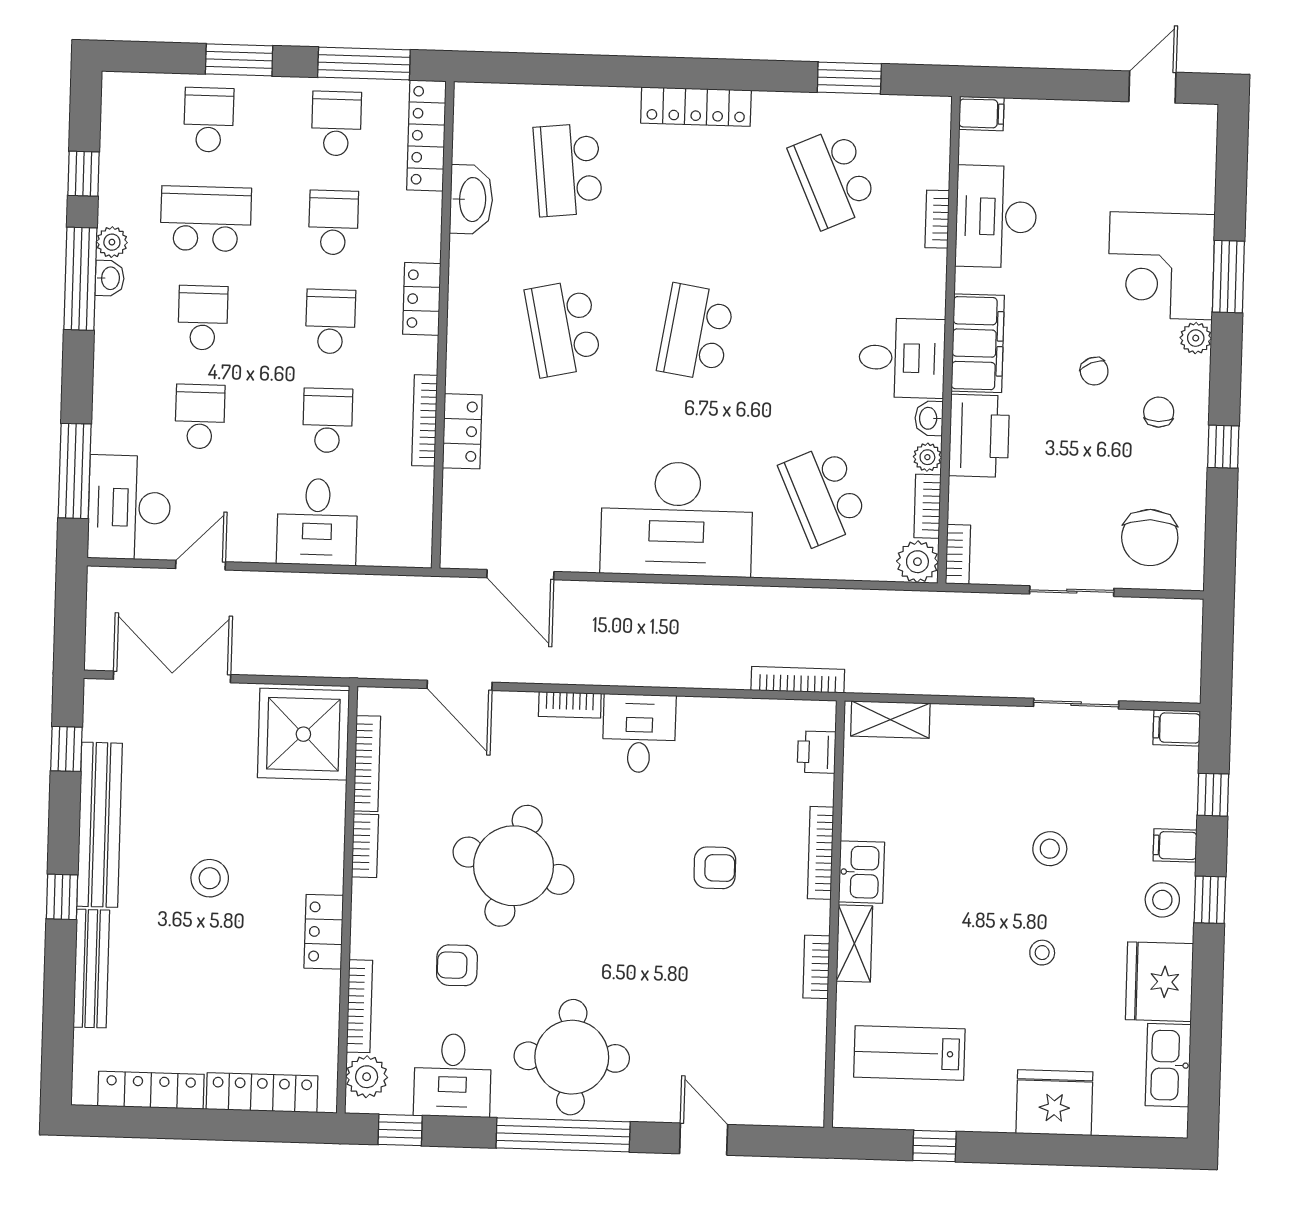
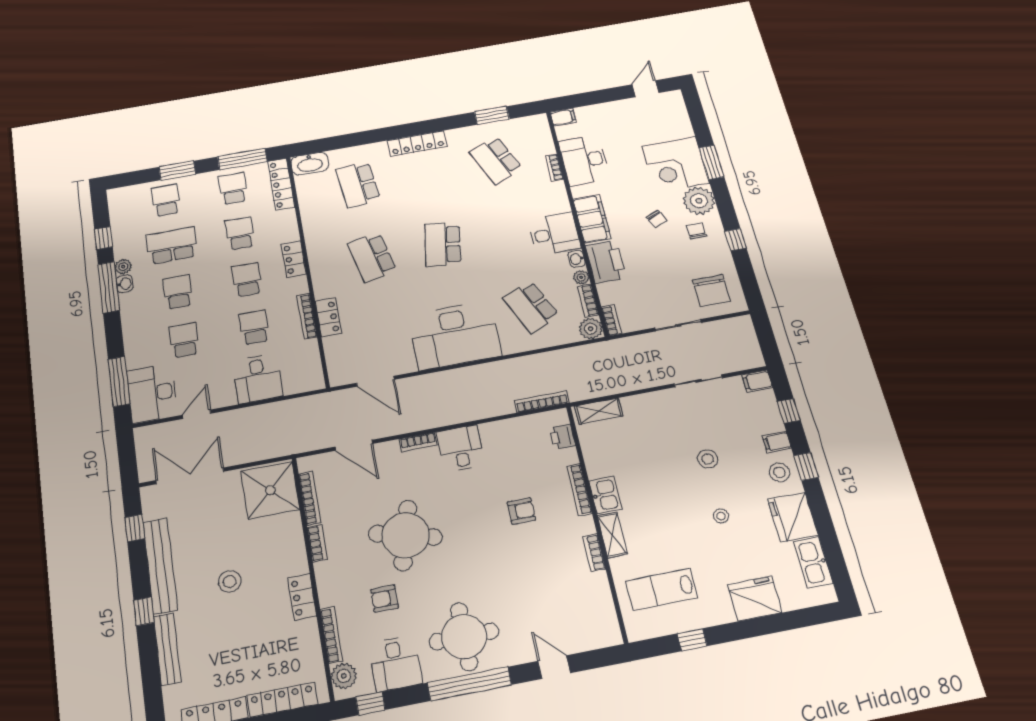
washbasin: (471, 199) -> (310, 164), moved, turned 90
plant: (1196, 338) -> (699, 201), width x1.88, depth x1.88

